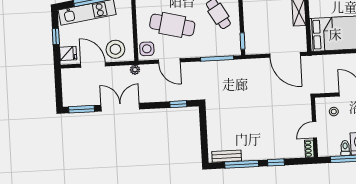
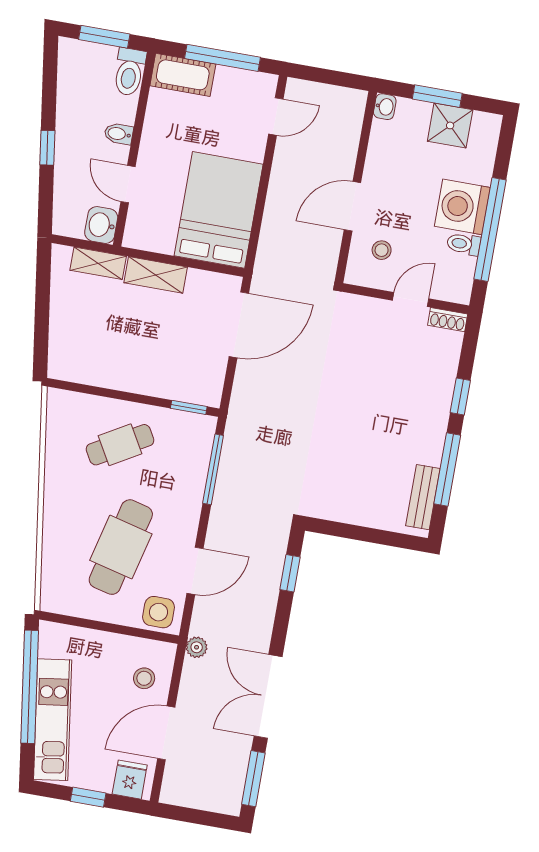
stool: (115, 49) -> (144, 678), width x0.53, depth x0.53
door: (315, 130) -> (411, 299), swing flipped

